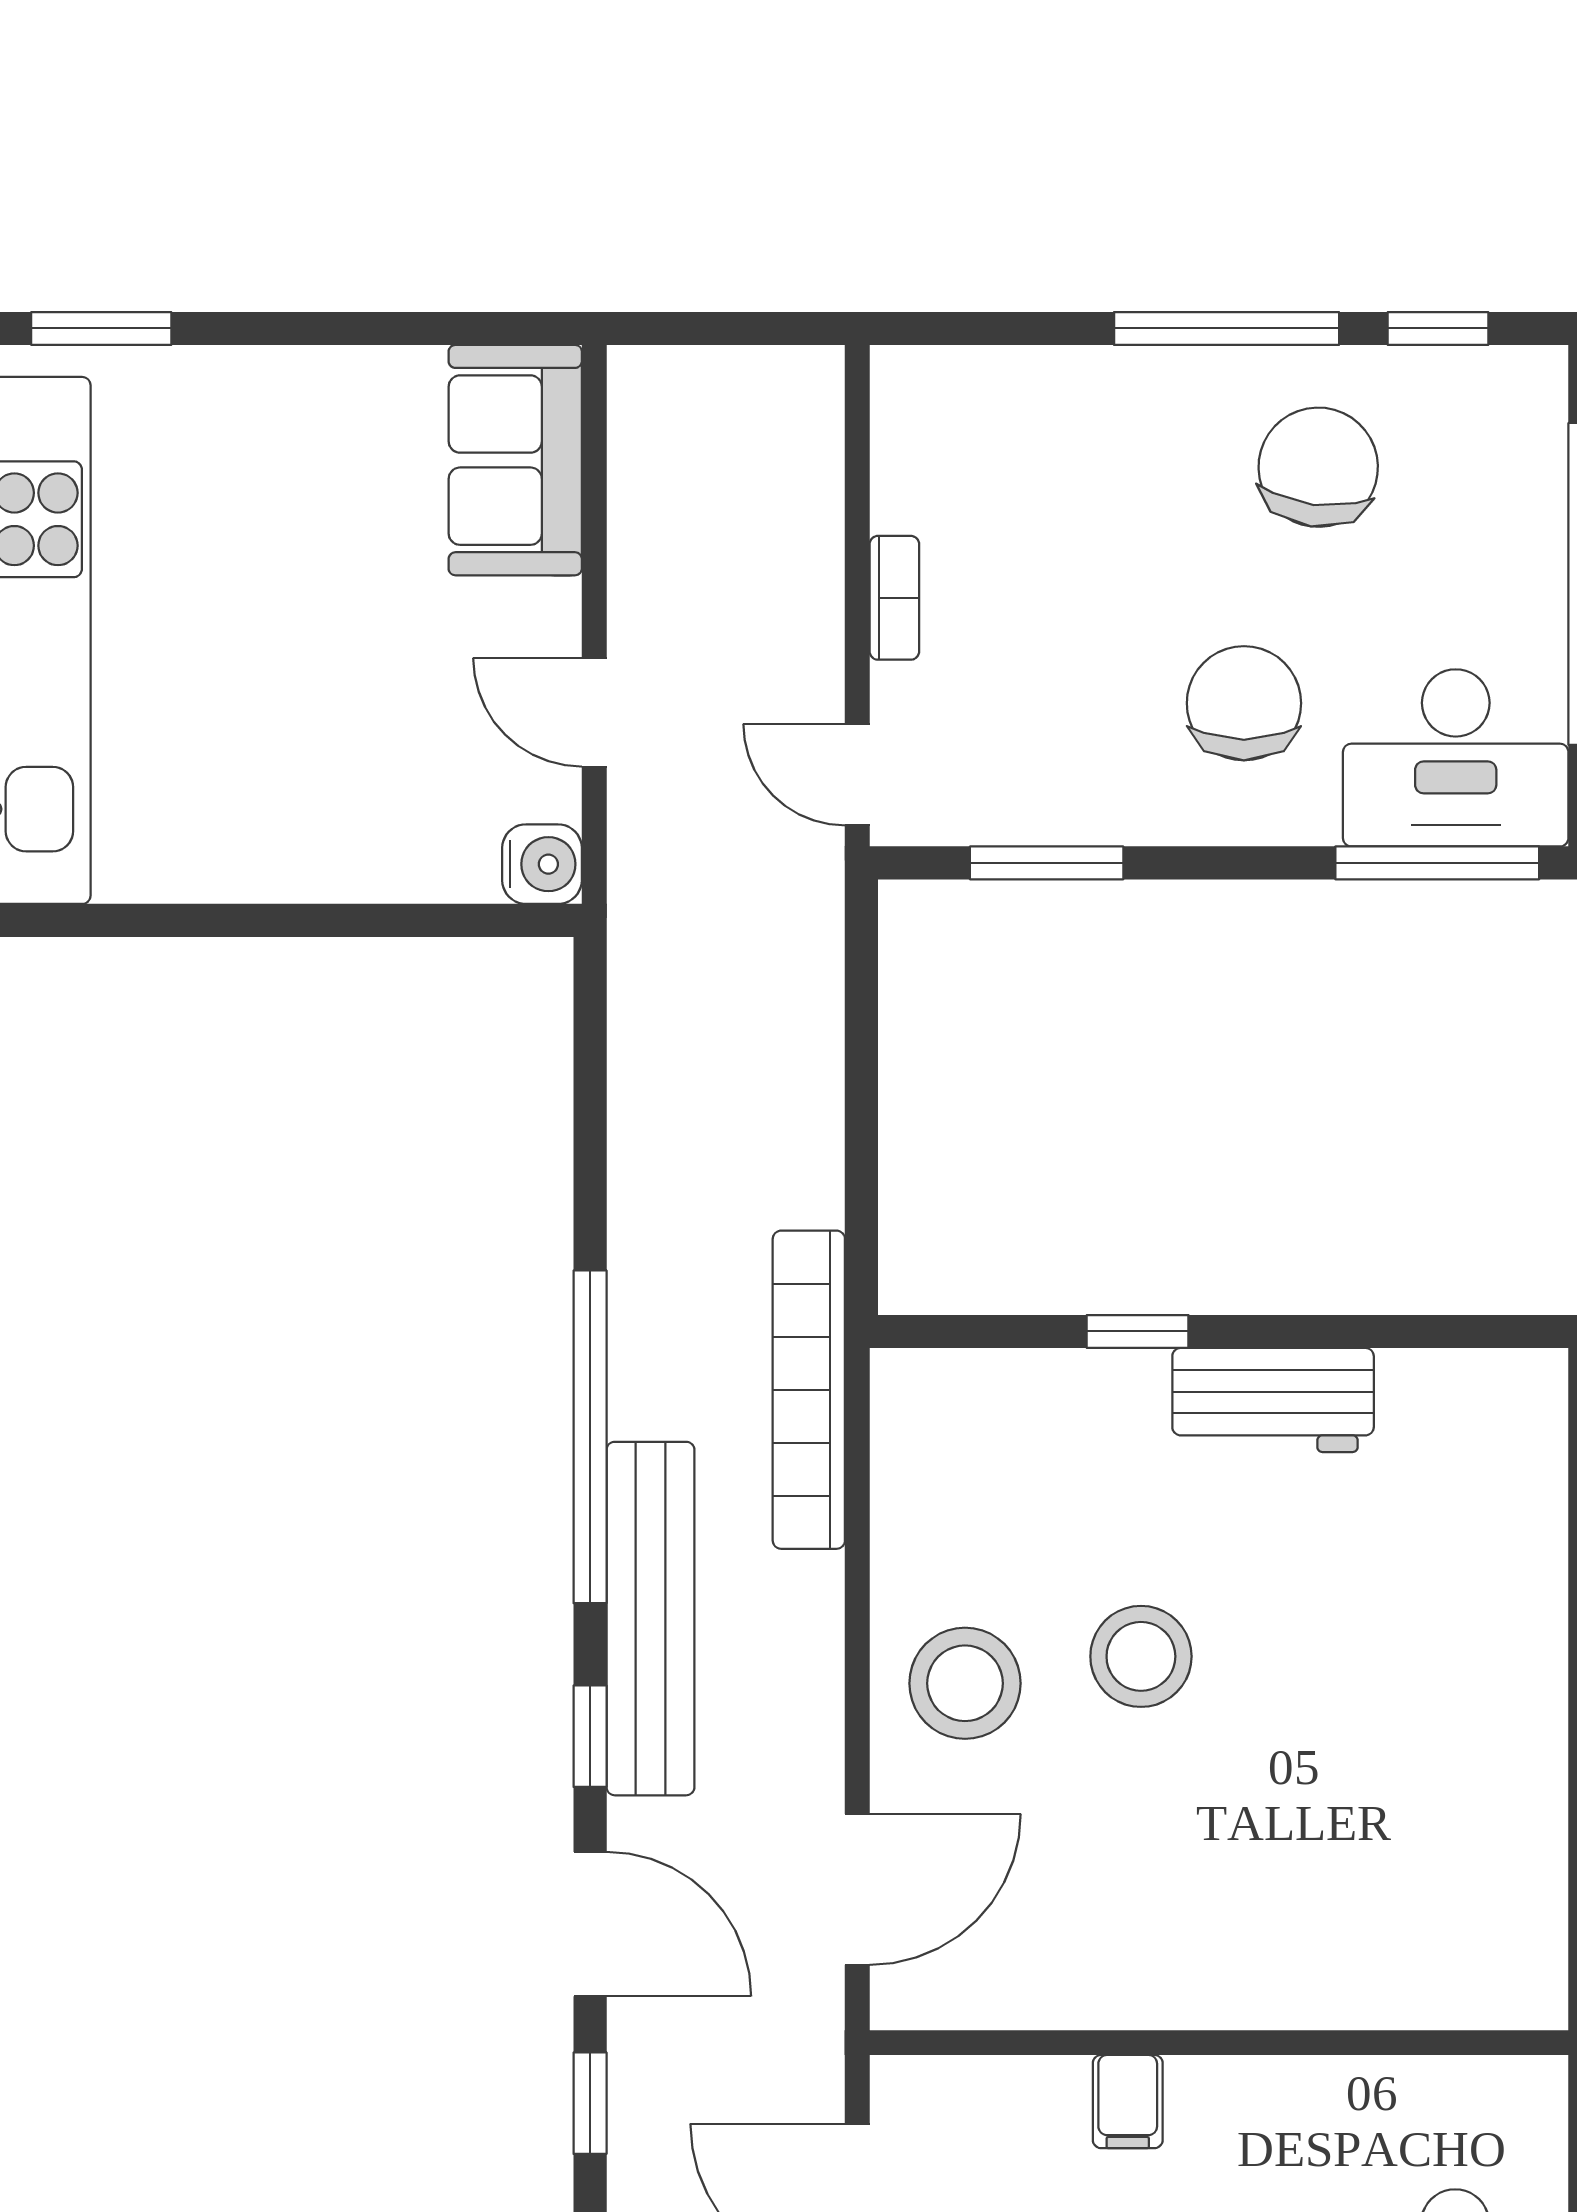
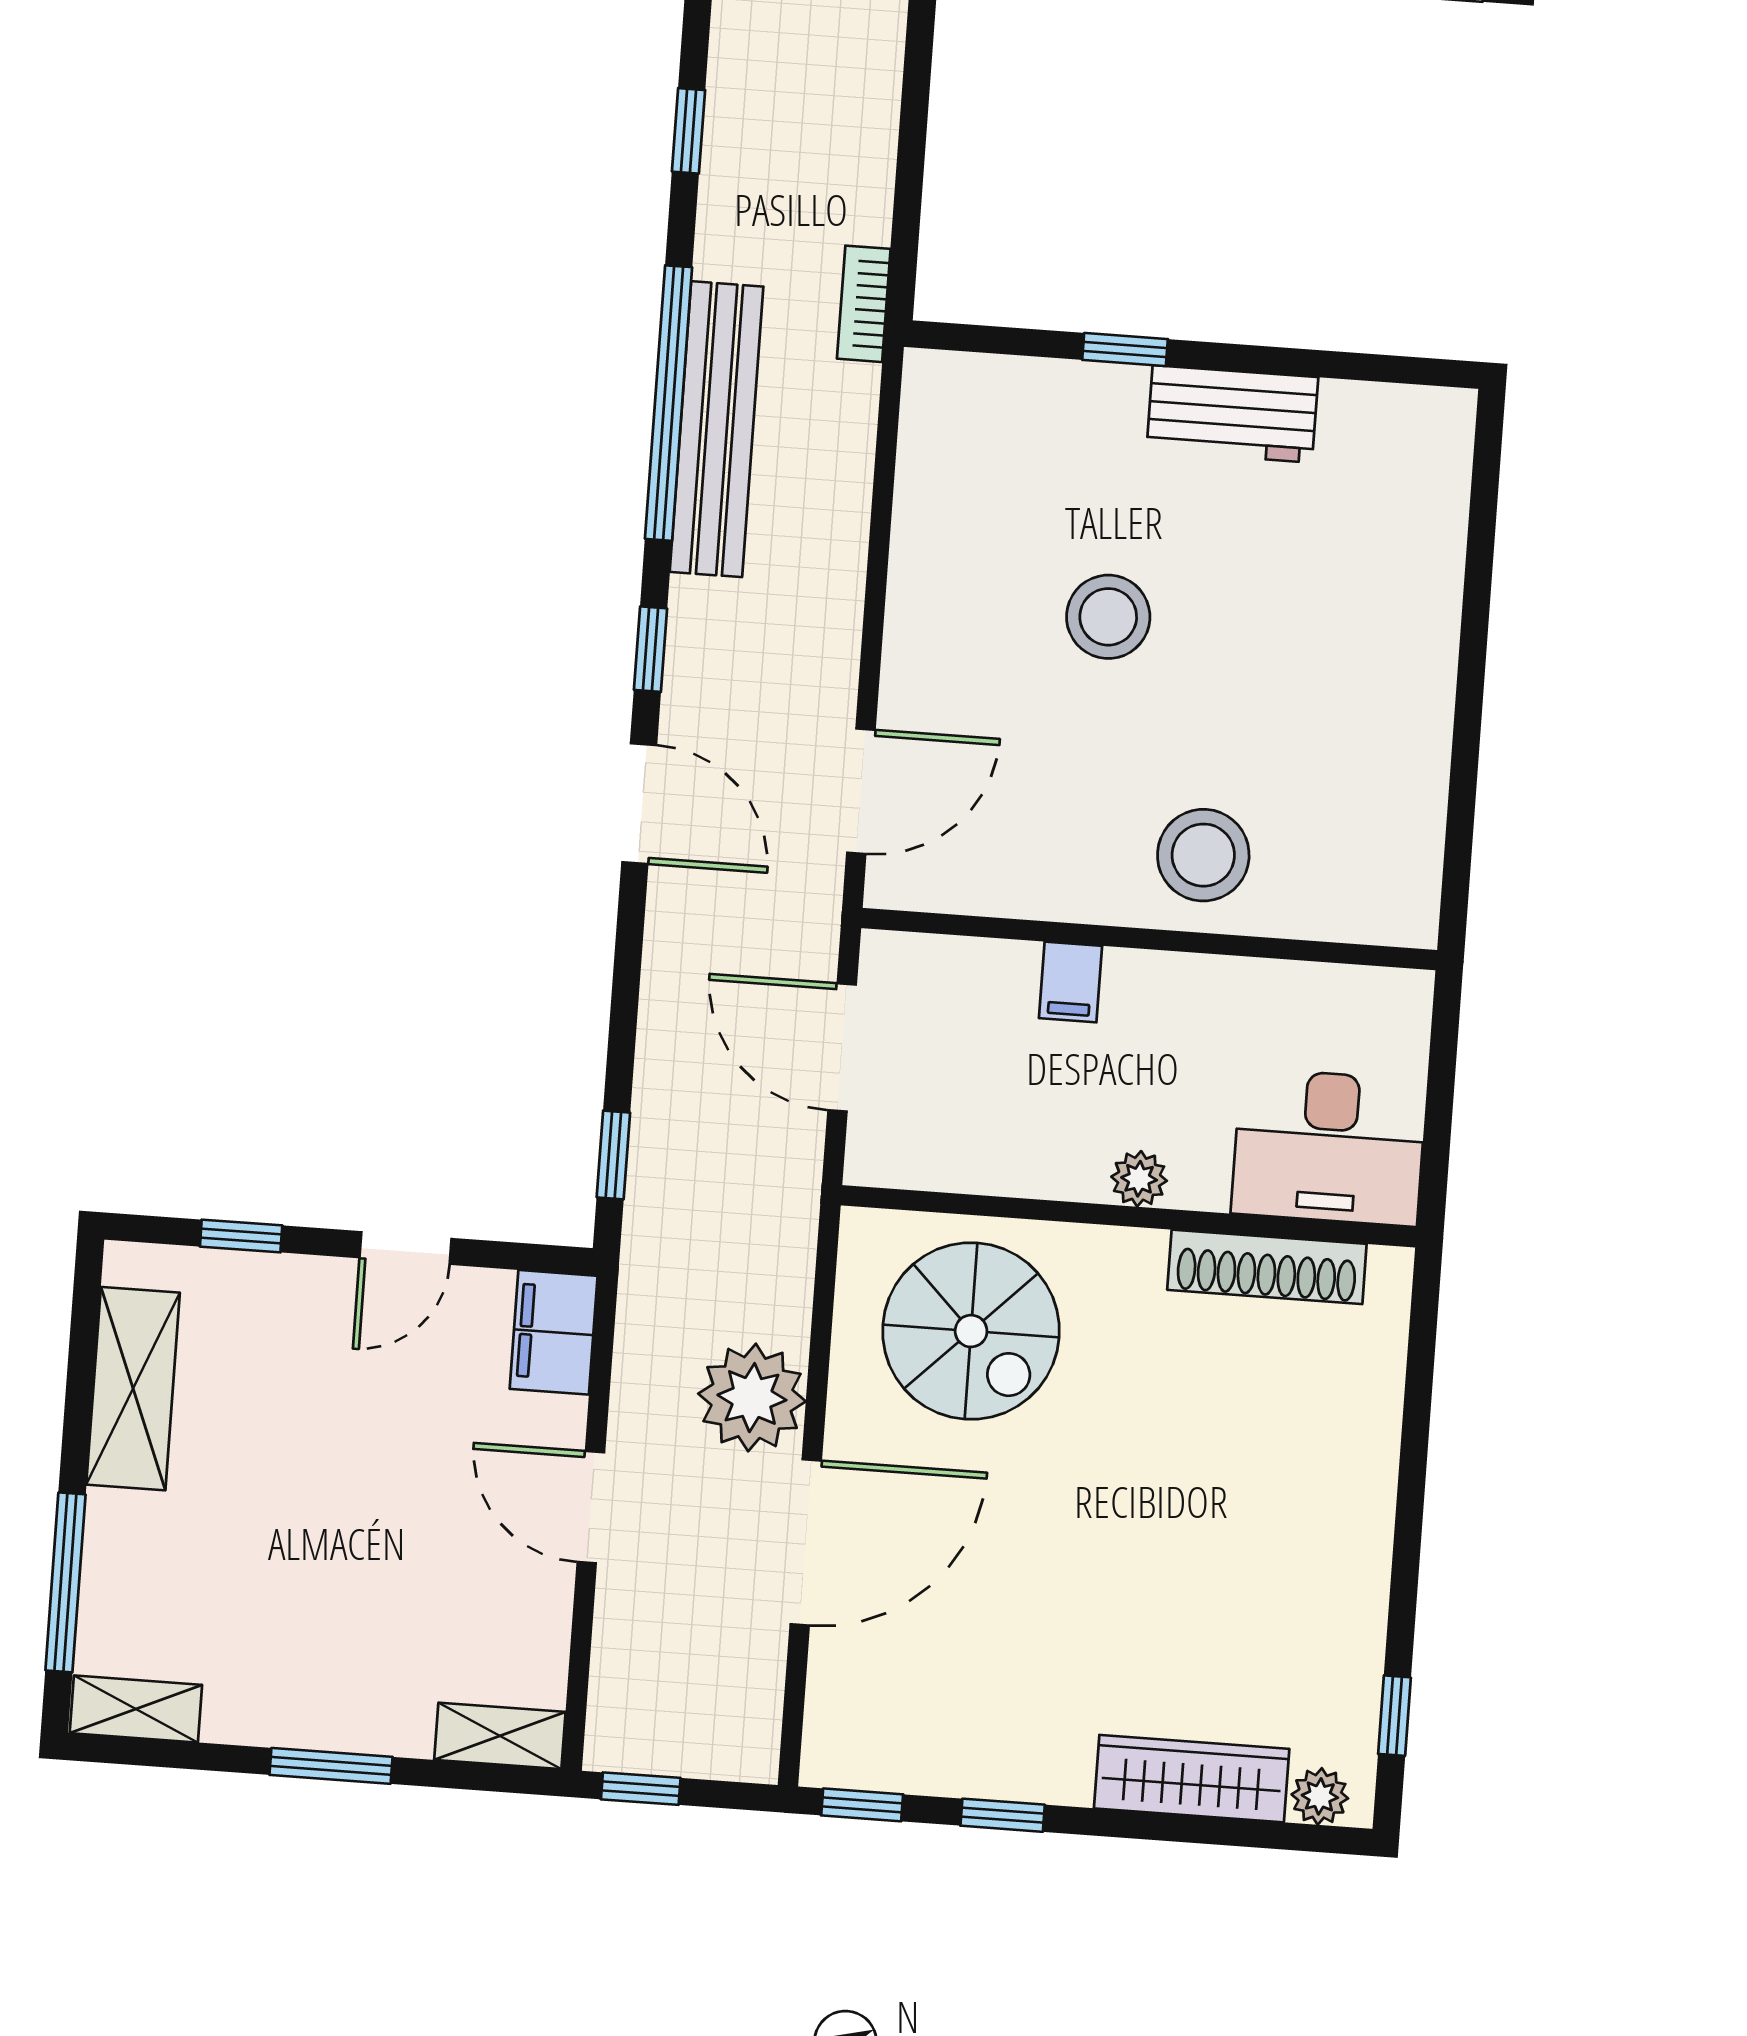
bookcase: (809, 1390) -> (864, 304), width x0.43, depth x0.76
bench: (650, 1619) -> (717, 429), moved
stool: (965, 1683) -> (1203, 855), moved
window: (590, 2103) -> (689, 131), moved

